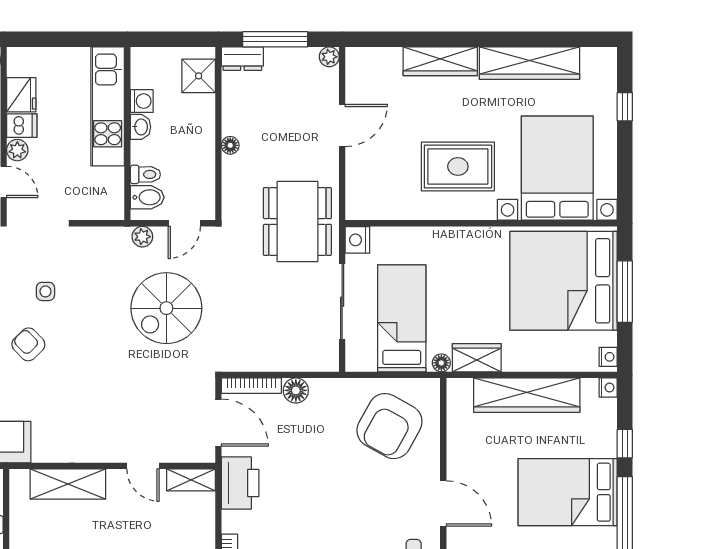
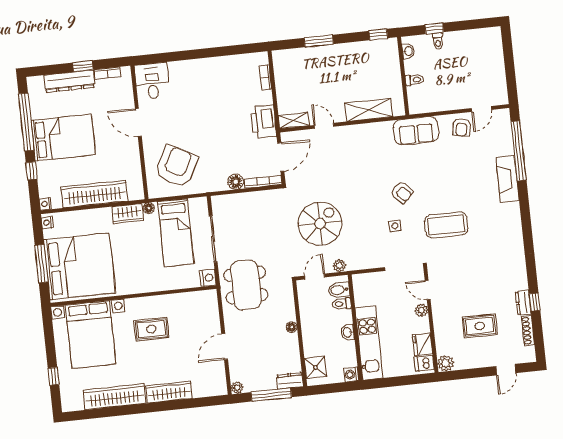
washing machine: (142, 101) -> (351, 374), moved
dishwasher: (22, 126) -> (424, 363), moved
rug: (458, 166) -> (151, 329), width x0.73, depth x0.70
door: (218, 423) -> (281, 157), swing flipped

